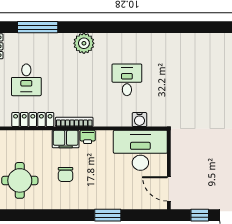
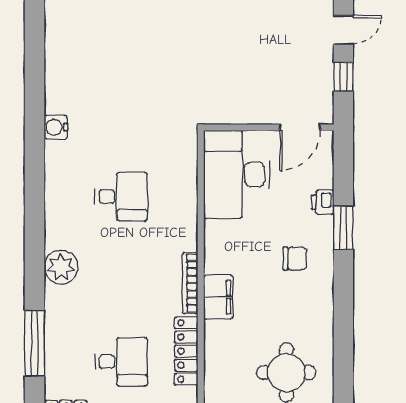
desk: (127, 80) -> (121, 197), turned 180
water cooler: (139, 120) -> (56, 127), moved, turned 180
printer: (88, 137) -> (323, 202), moved, turned 180
chair: (66, 174) -> (295, 258), moved

